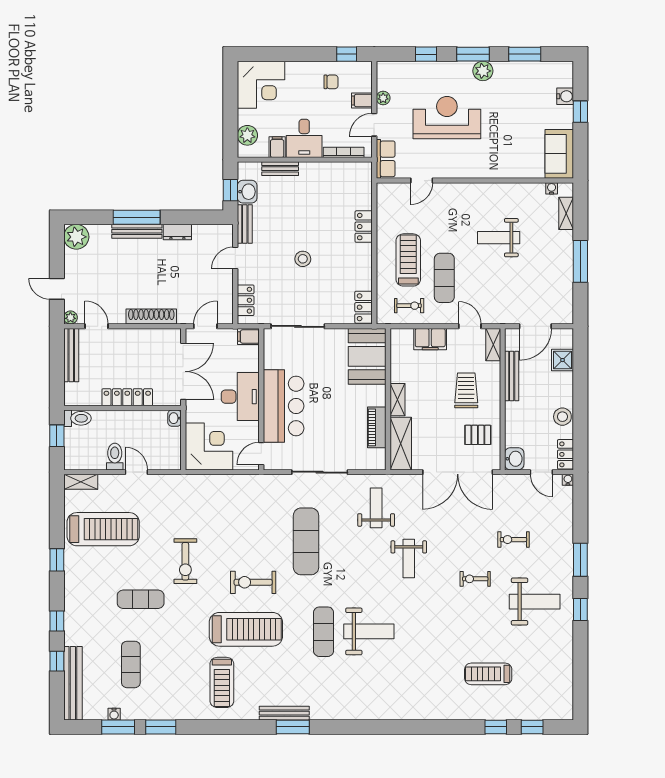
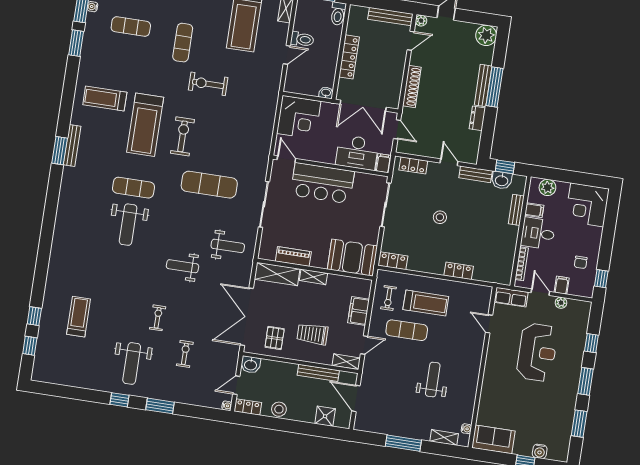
plant: (483, 71) -> (571, 387), removed
trolley: (466, 390) -> (312, 334), turned 180
desk: (240, 397) -> (357, 152), moved

